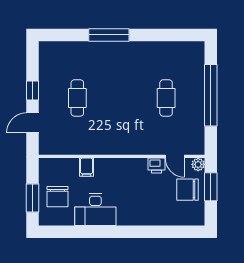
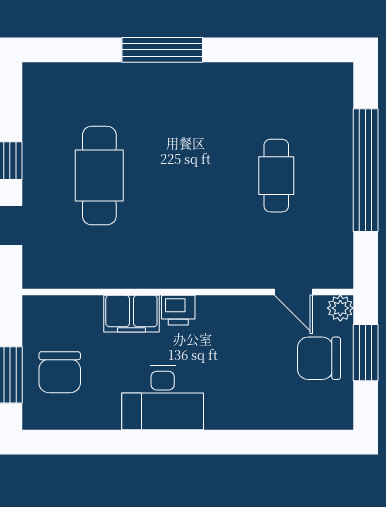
cafe table: (77, 98) -> (99, 176), width x1.37, depth x1.35
printer: (156, 165) -> (178, 310), moved
filing cabinet: (87, 167) -> (131, 314), width x2.00
desk: (95, 210) -> (163, 398), moved

